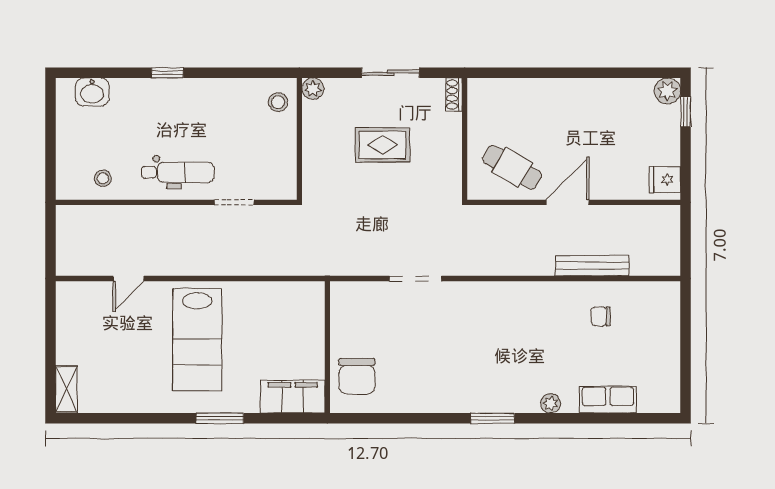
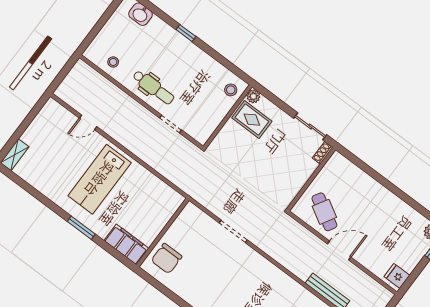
sliding door: (391, 73) -> (310, 126), moved
rug: (382, 145) -> (252, 120), moved

